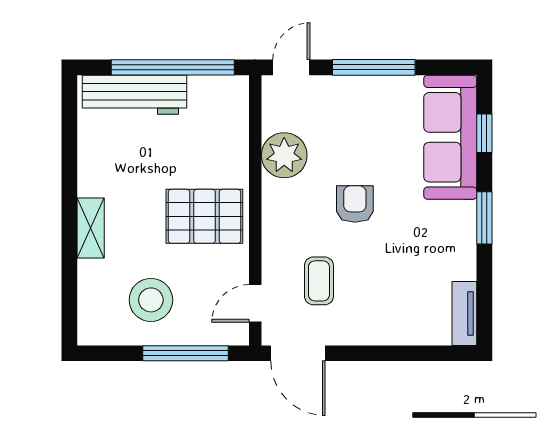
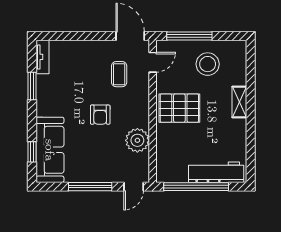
window: (484, 218) -> (32, 86), moved

